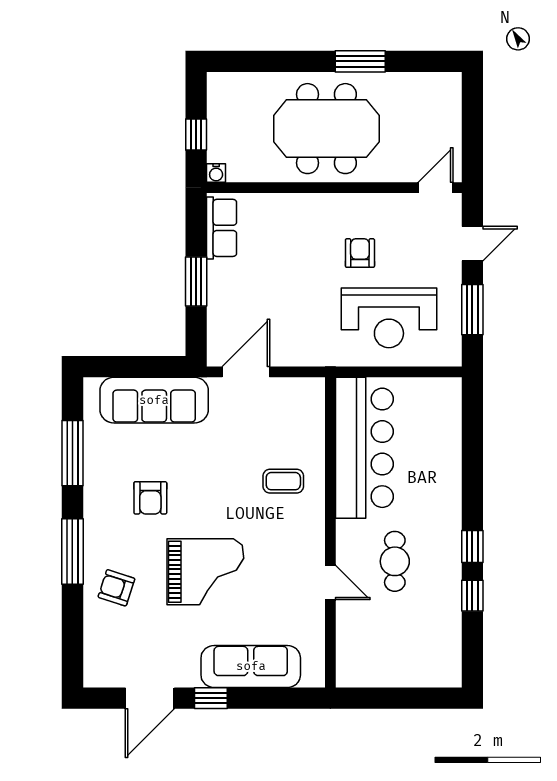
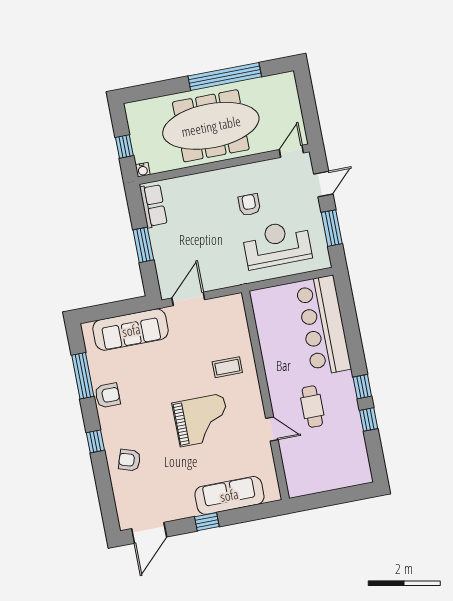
window: (360, 61) -> (225, 76), width x2.11
meeting table: (326, 129) -> (211, 126), width x1.36
reception desk: (389, 318) -> (277, 244), turned 180
bar counter: (364, 448) -> (323, 326), moved, turned 180
armchair: (150, 498) -> (108, 395), moved, turned -90
window: (72, 552) -> (95, 441), width x0.46
grand piano: (205, 572) -> (202, 420), moved
door: (150, 698) -> (149, 533), moved

